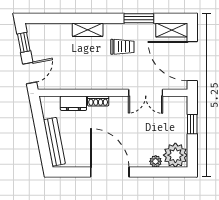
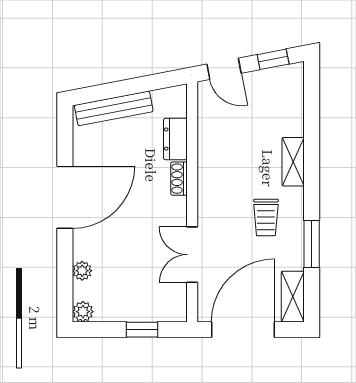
plant: (175, 155) -> (83, 312), width x0.53, depth x0.53

